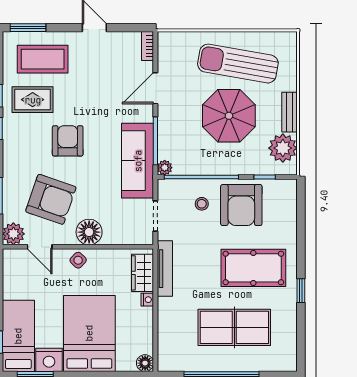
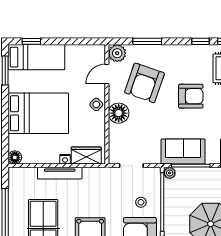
sofa: (138, 161) -> (183, 151), width x0.73
tv unit: (165, 269) -> (60, 173), moved
nightstand: (49, 360) -> (17, 81), removed

